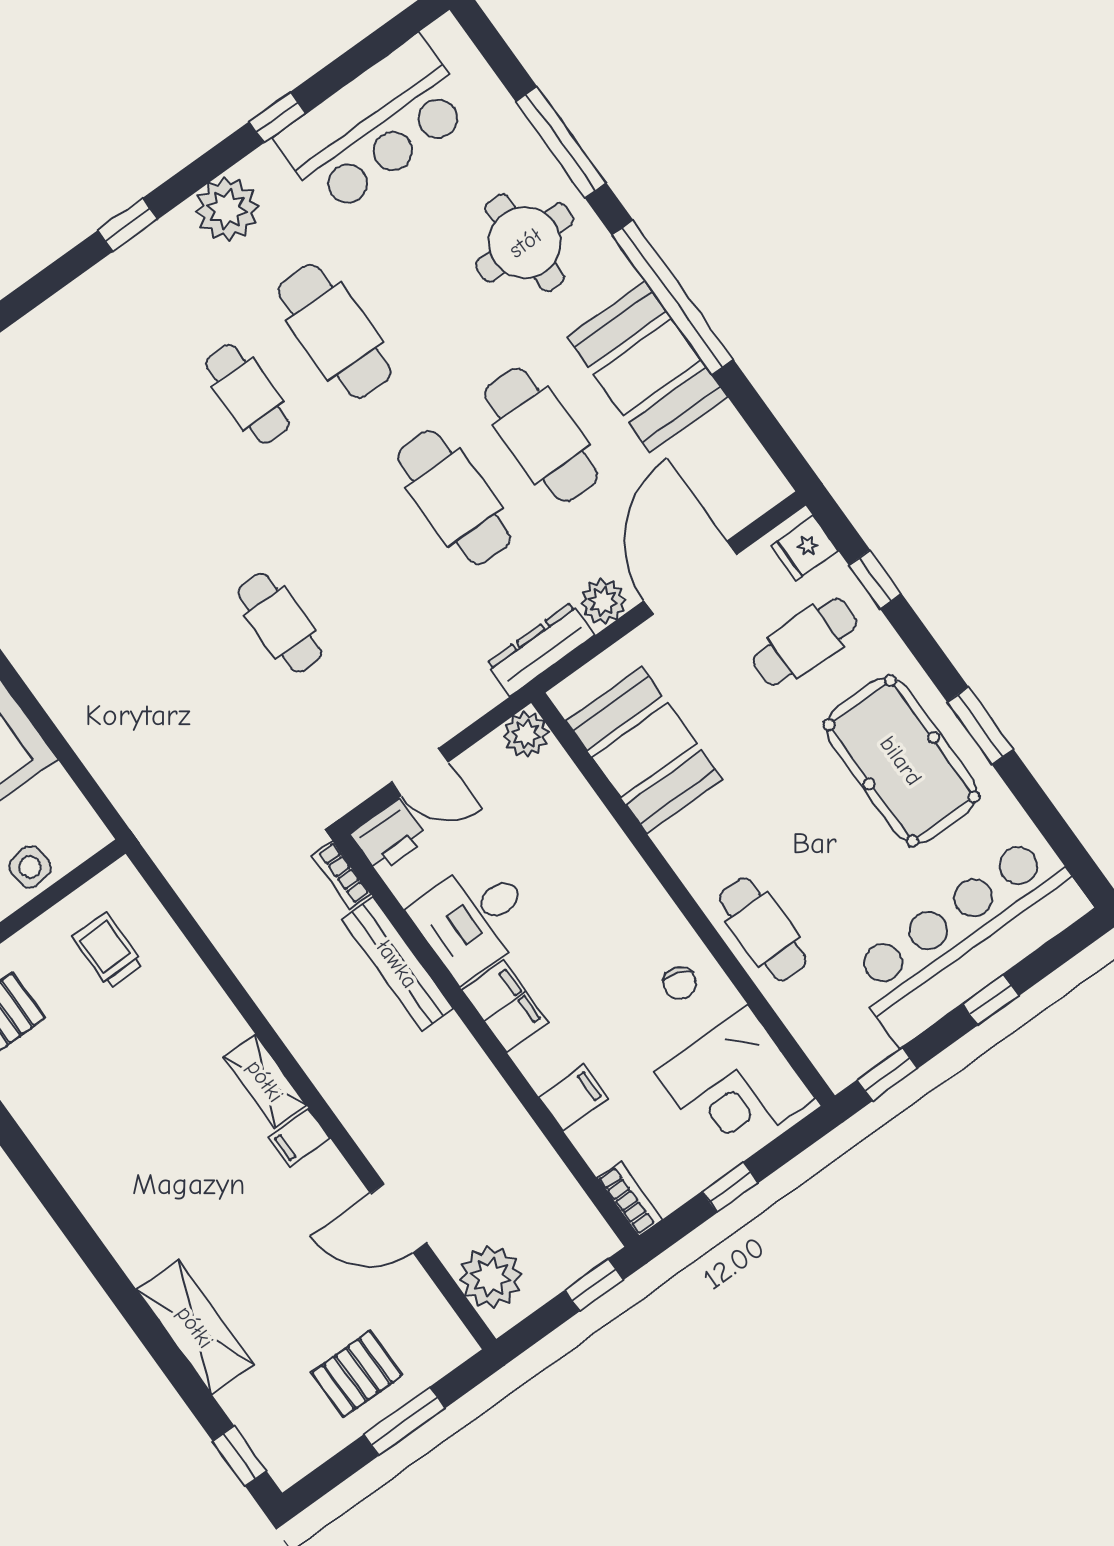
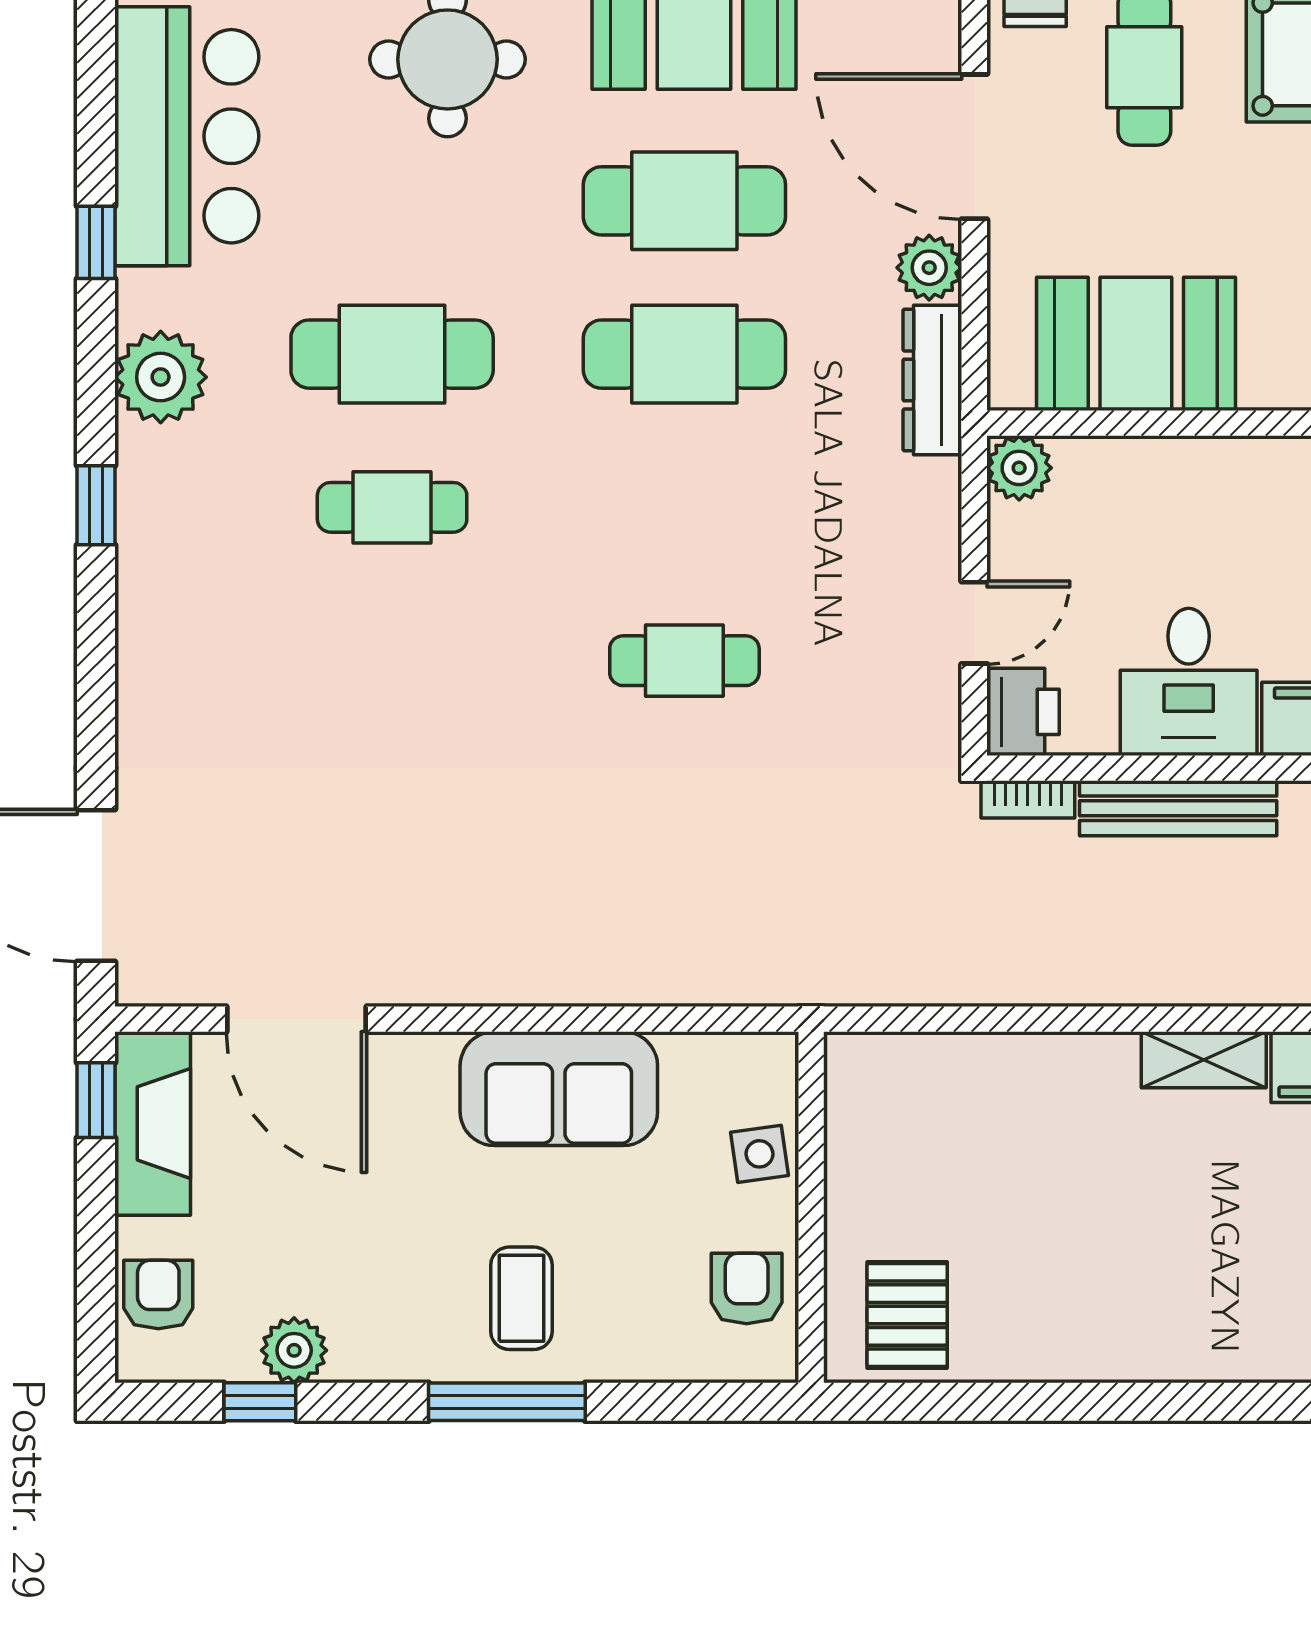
trolley: (108, 950) -> (921, 1133), removed

